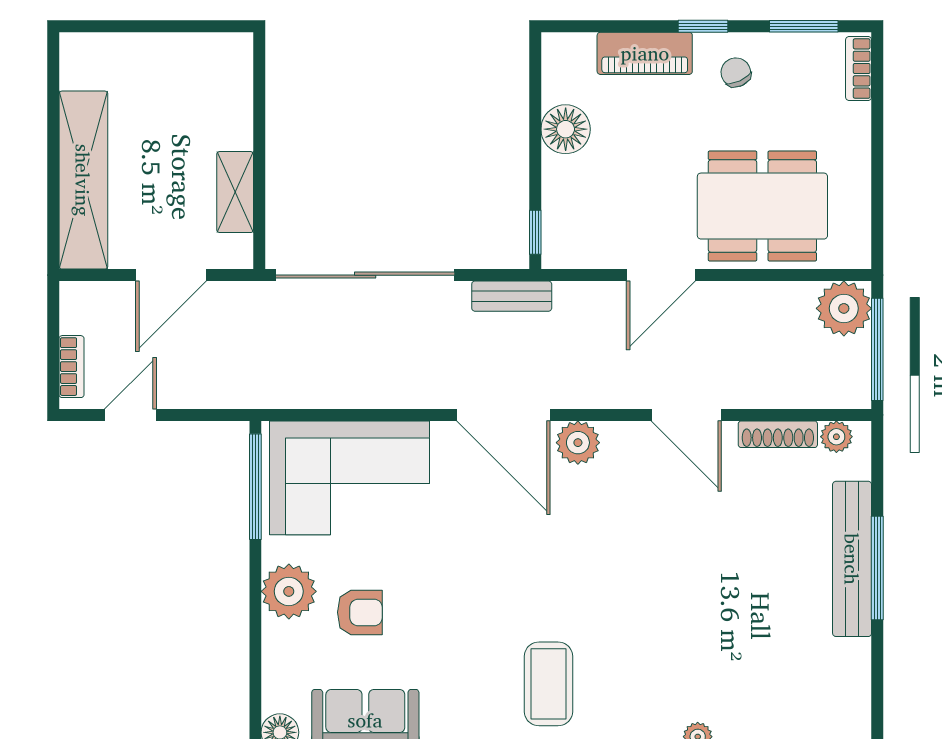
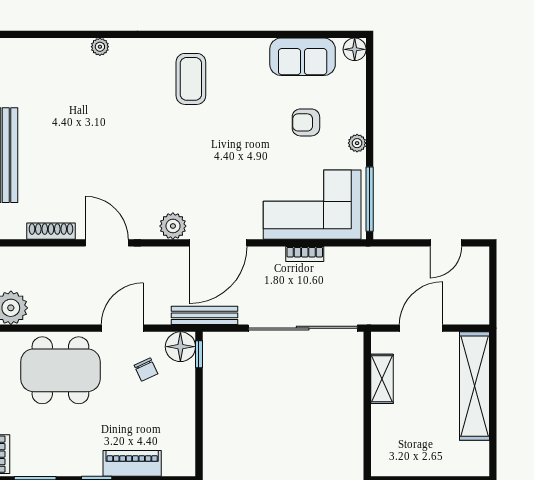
chair: (736, 72) -> (146, 370), moved
floor lamp: (566, 129) -> (180, 347), moved
bench: (512, 296) -> (204, 315), width x1.36
bookcase: (72, 367) -> (305, 254), moved, turned -90
door: (503, 415) -> (218, 243), swing flipped
plant: (836, 437) -> (15, 230), removed
plant: (289, 591) -> (357, 143), width x0.53, depth x0.53

